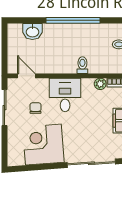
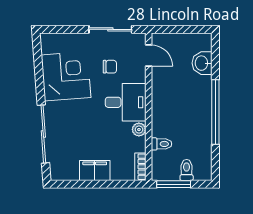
toilet: (82, 65) -> (161, 144), moved
door: (26, 76) -> (149, 56), hinge flipped
plant: (100, 84) -> (139, 130), moved

